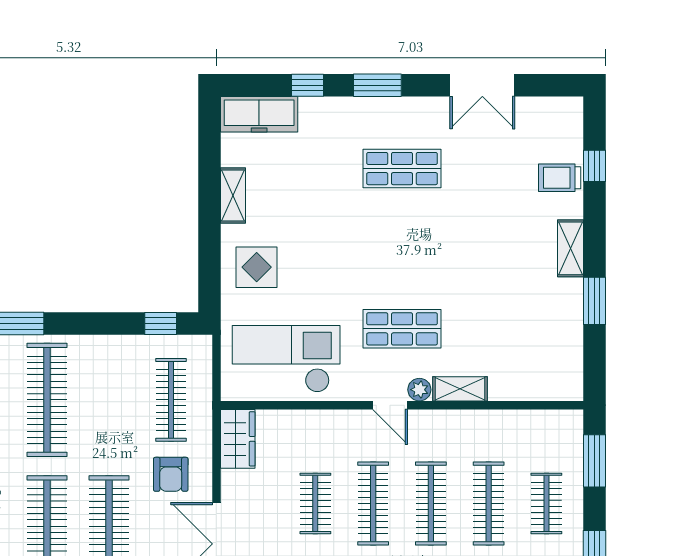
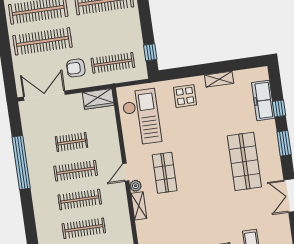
freezer: (259, 114) -> (263, 100), moved
shop shelf: (402, 169) -> (244, 161), width x1.43, depth x1.36

